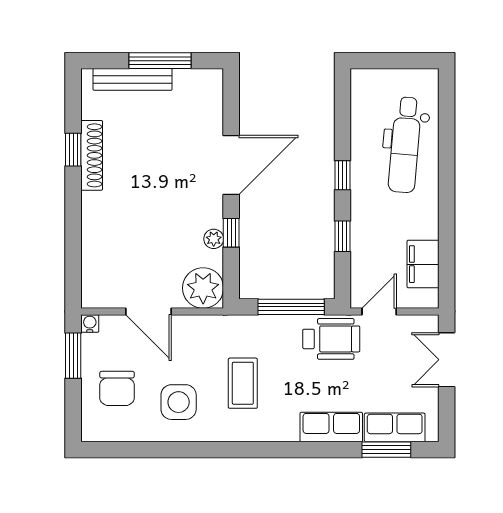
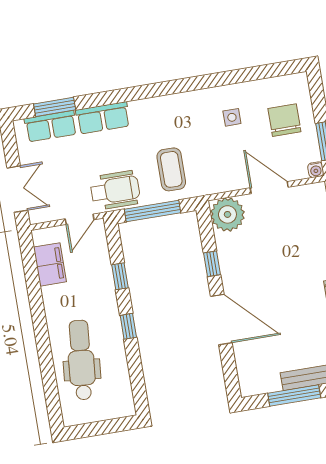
door: (231, 165) -> (221, 320), swing flipped
plant: (214, 239) -> (225, 256), removed
wheelchair: (331, 339) -> (115, 190), turned 180
coffee table: (243, 383) -> (171, 169), moved
side table: (179, 402) -> (232, 117), width x0.54, depth x0.54

